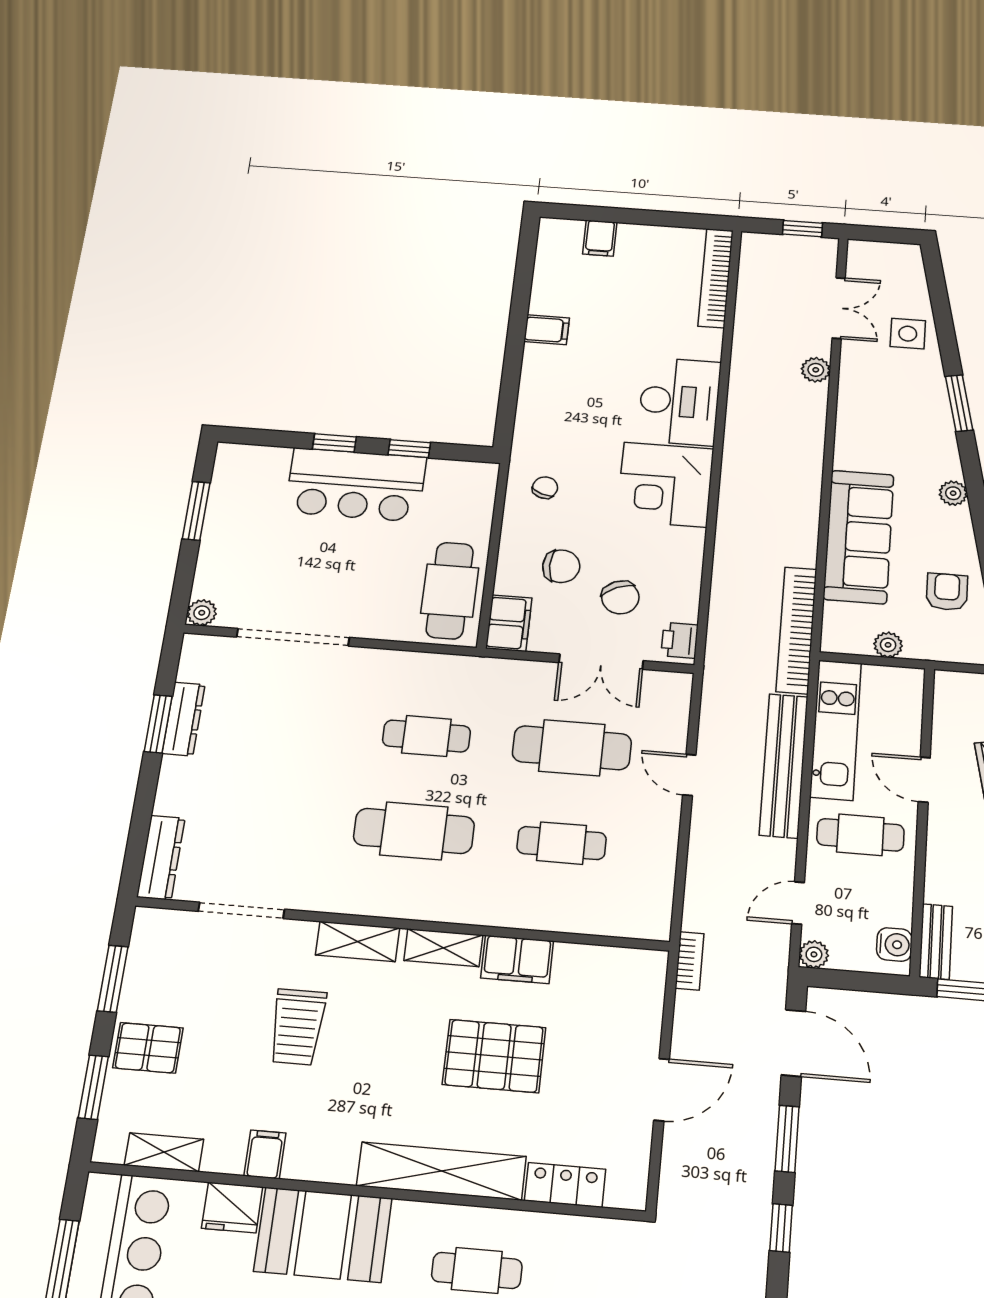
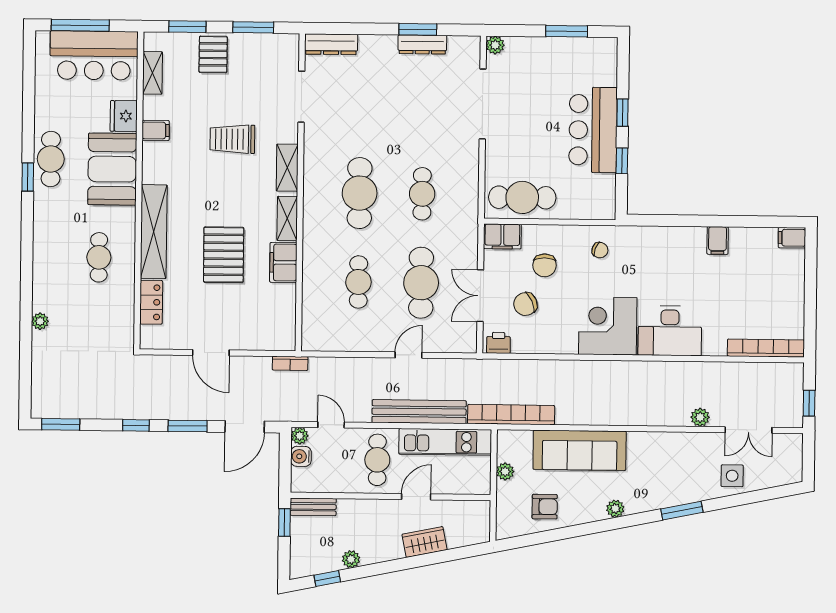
filing cabinet: (600, 238) -> (792, 238), moved
water cooler: (894, 945) -> (301, 456), moved, turned 90

